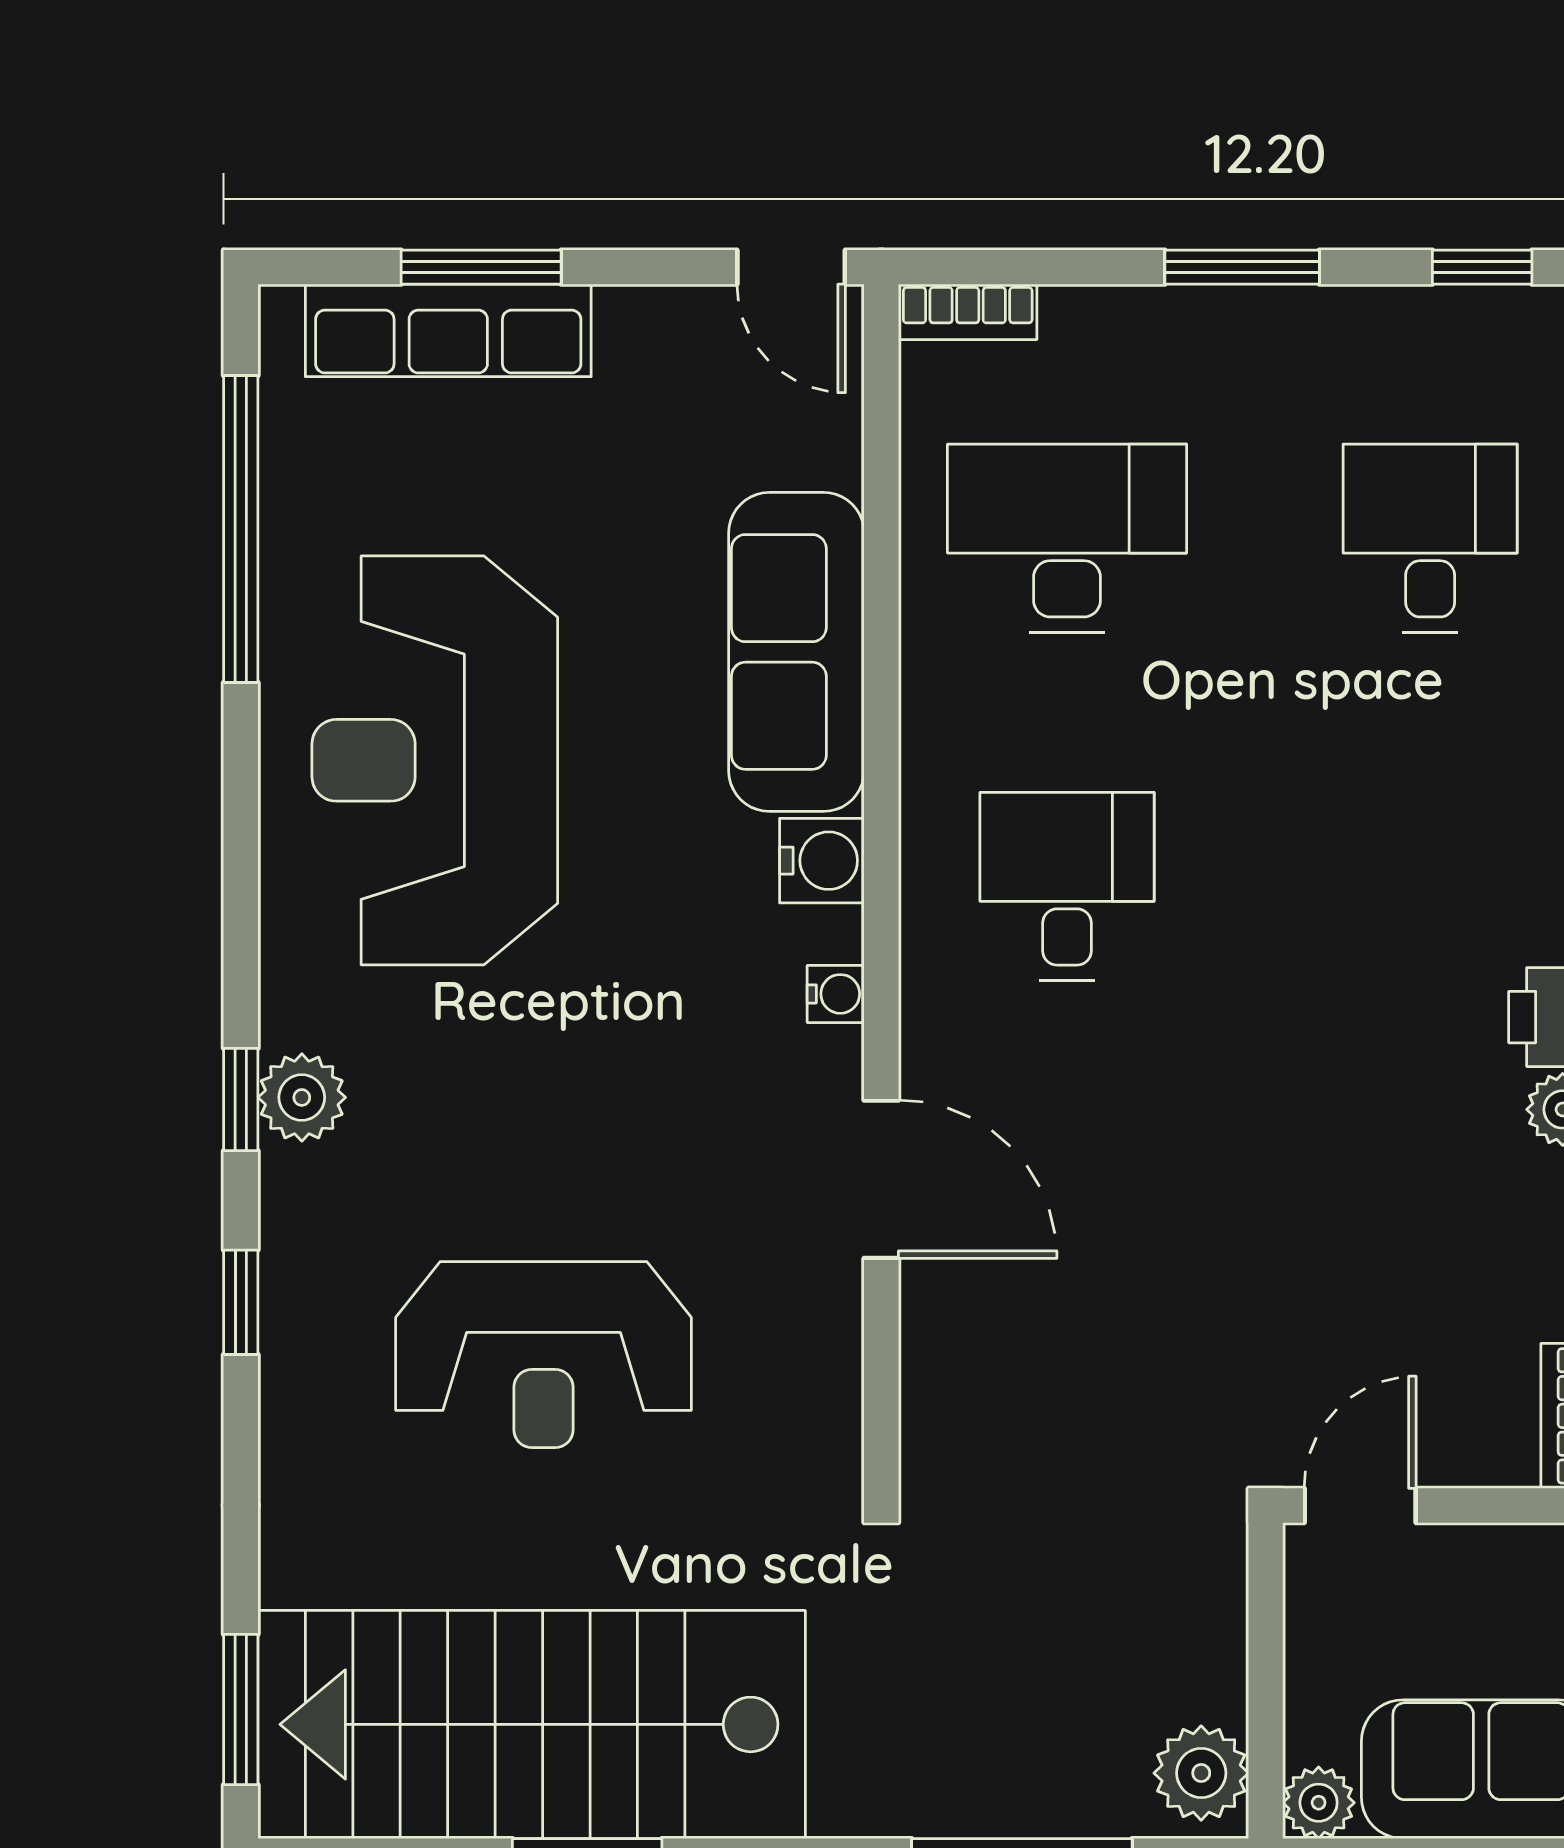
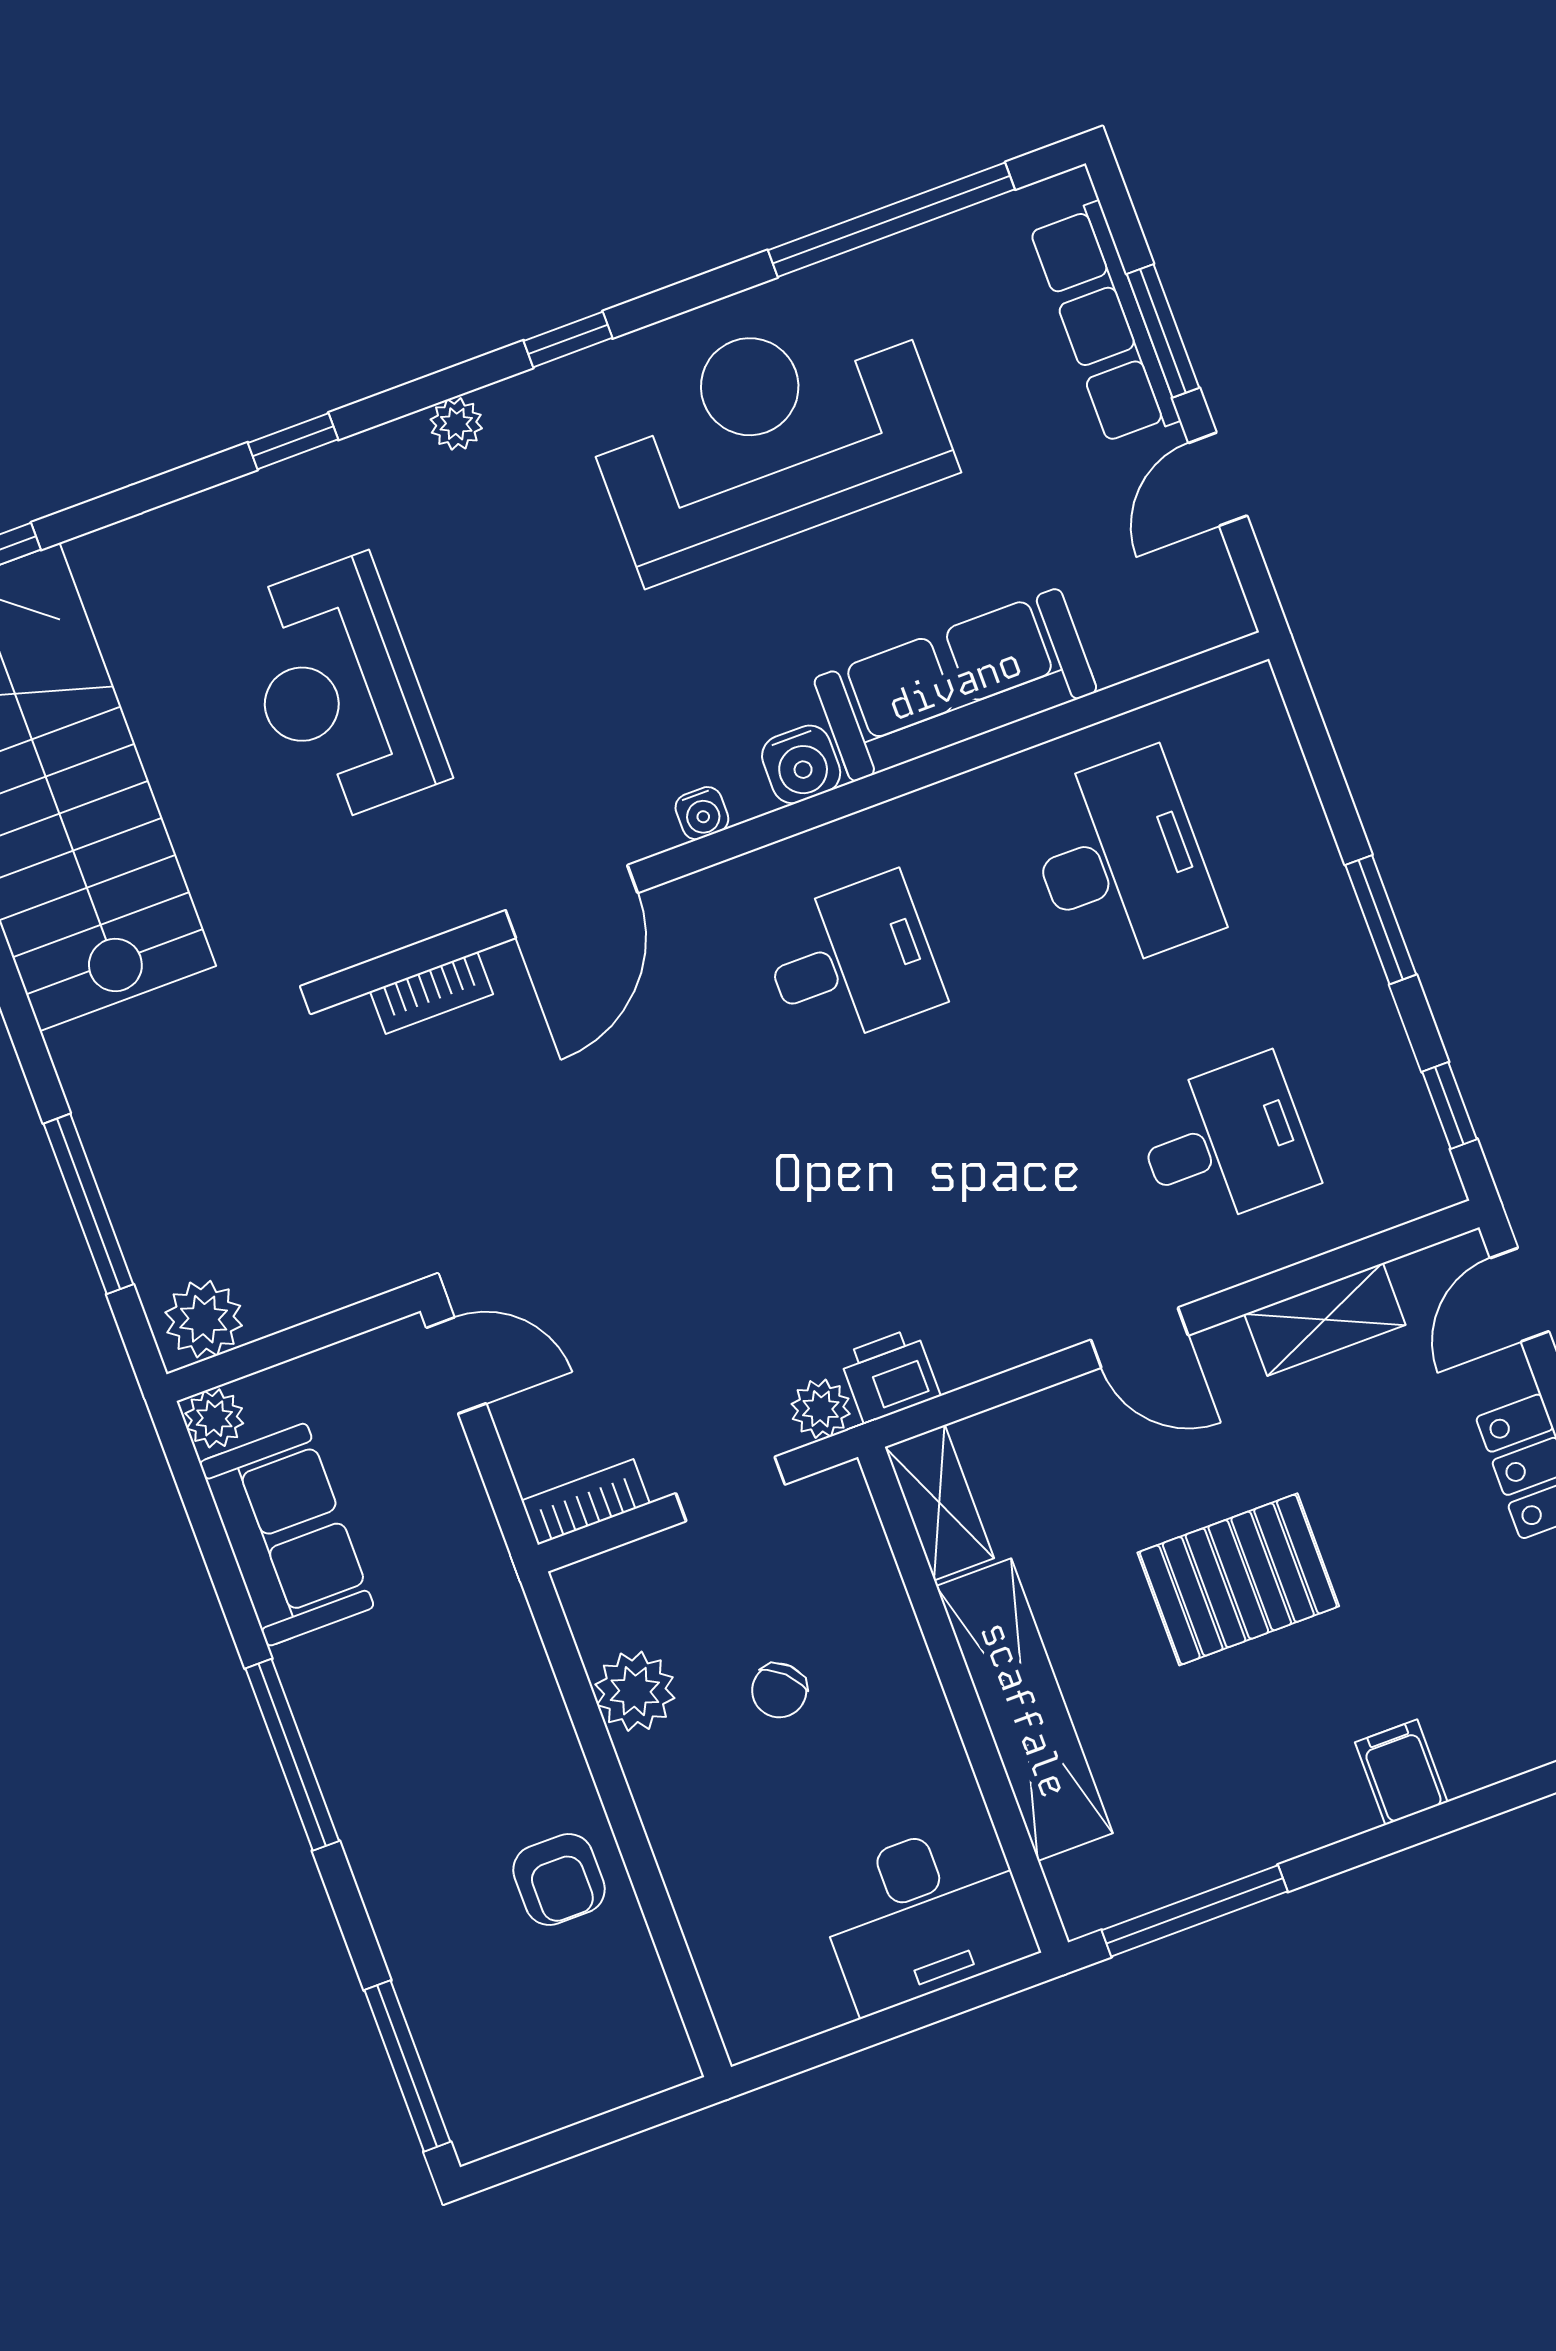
door: (791, 267) -> (1218, 479), moved
bookcase: (968, 312) -> (432, 993), moved, turned -90
plant: (302, 1097) -> (456, 424), width x0.73, depth x0.73
window: (241, 1100) -> (568, 339), moved

